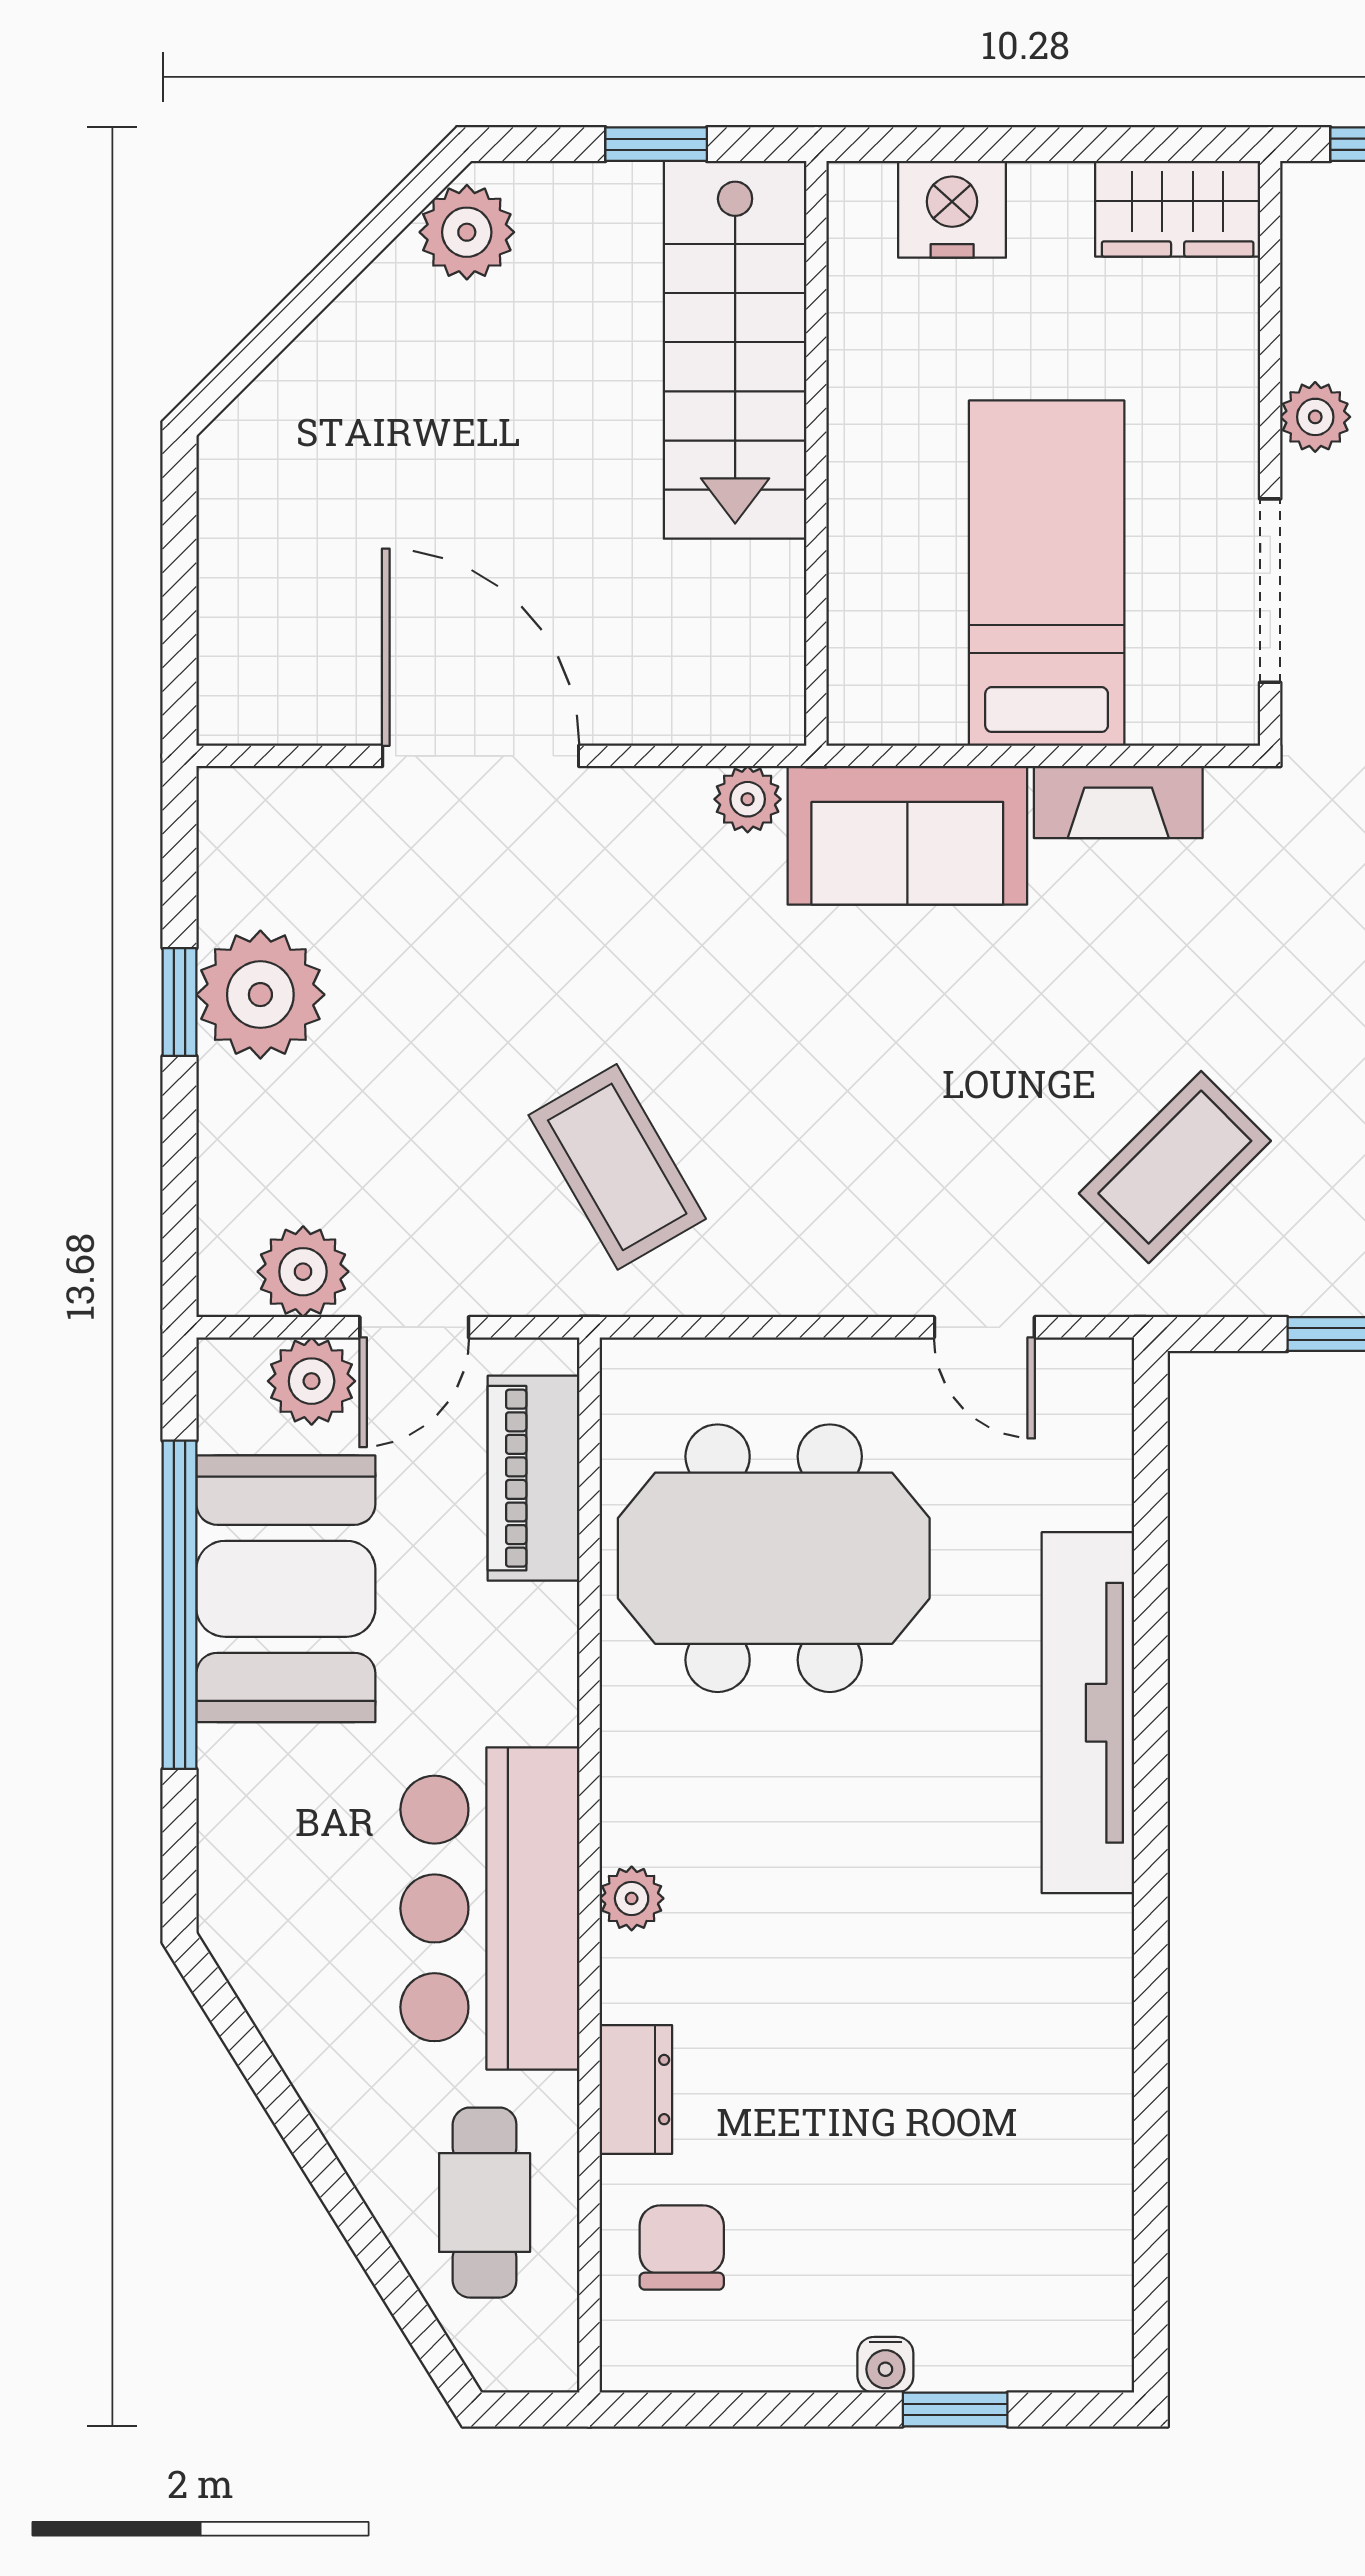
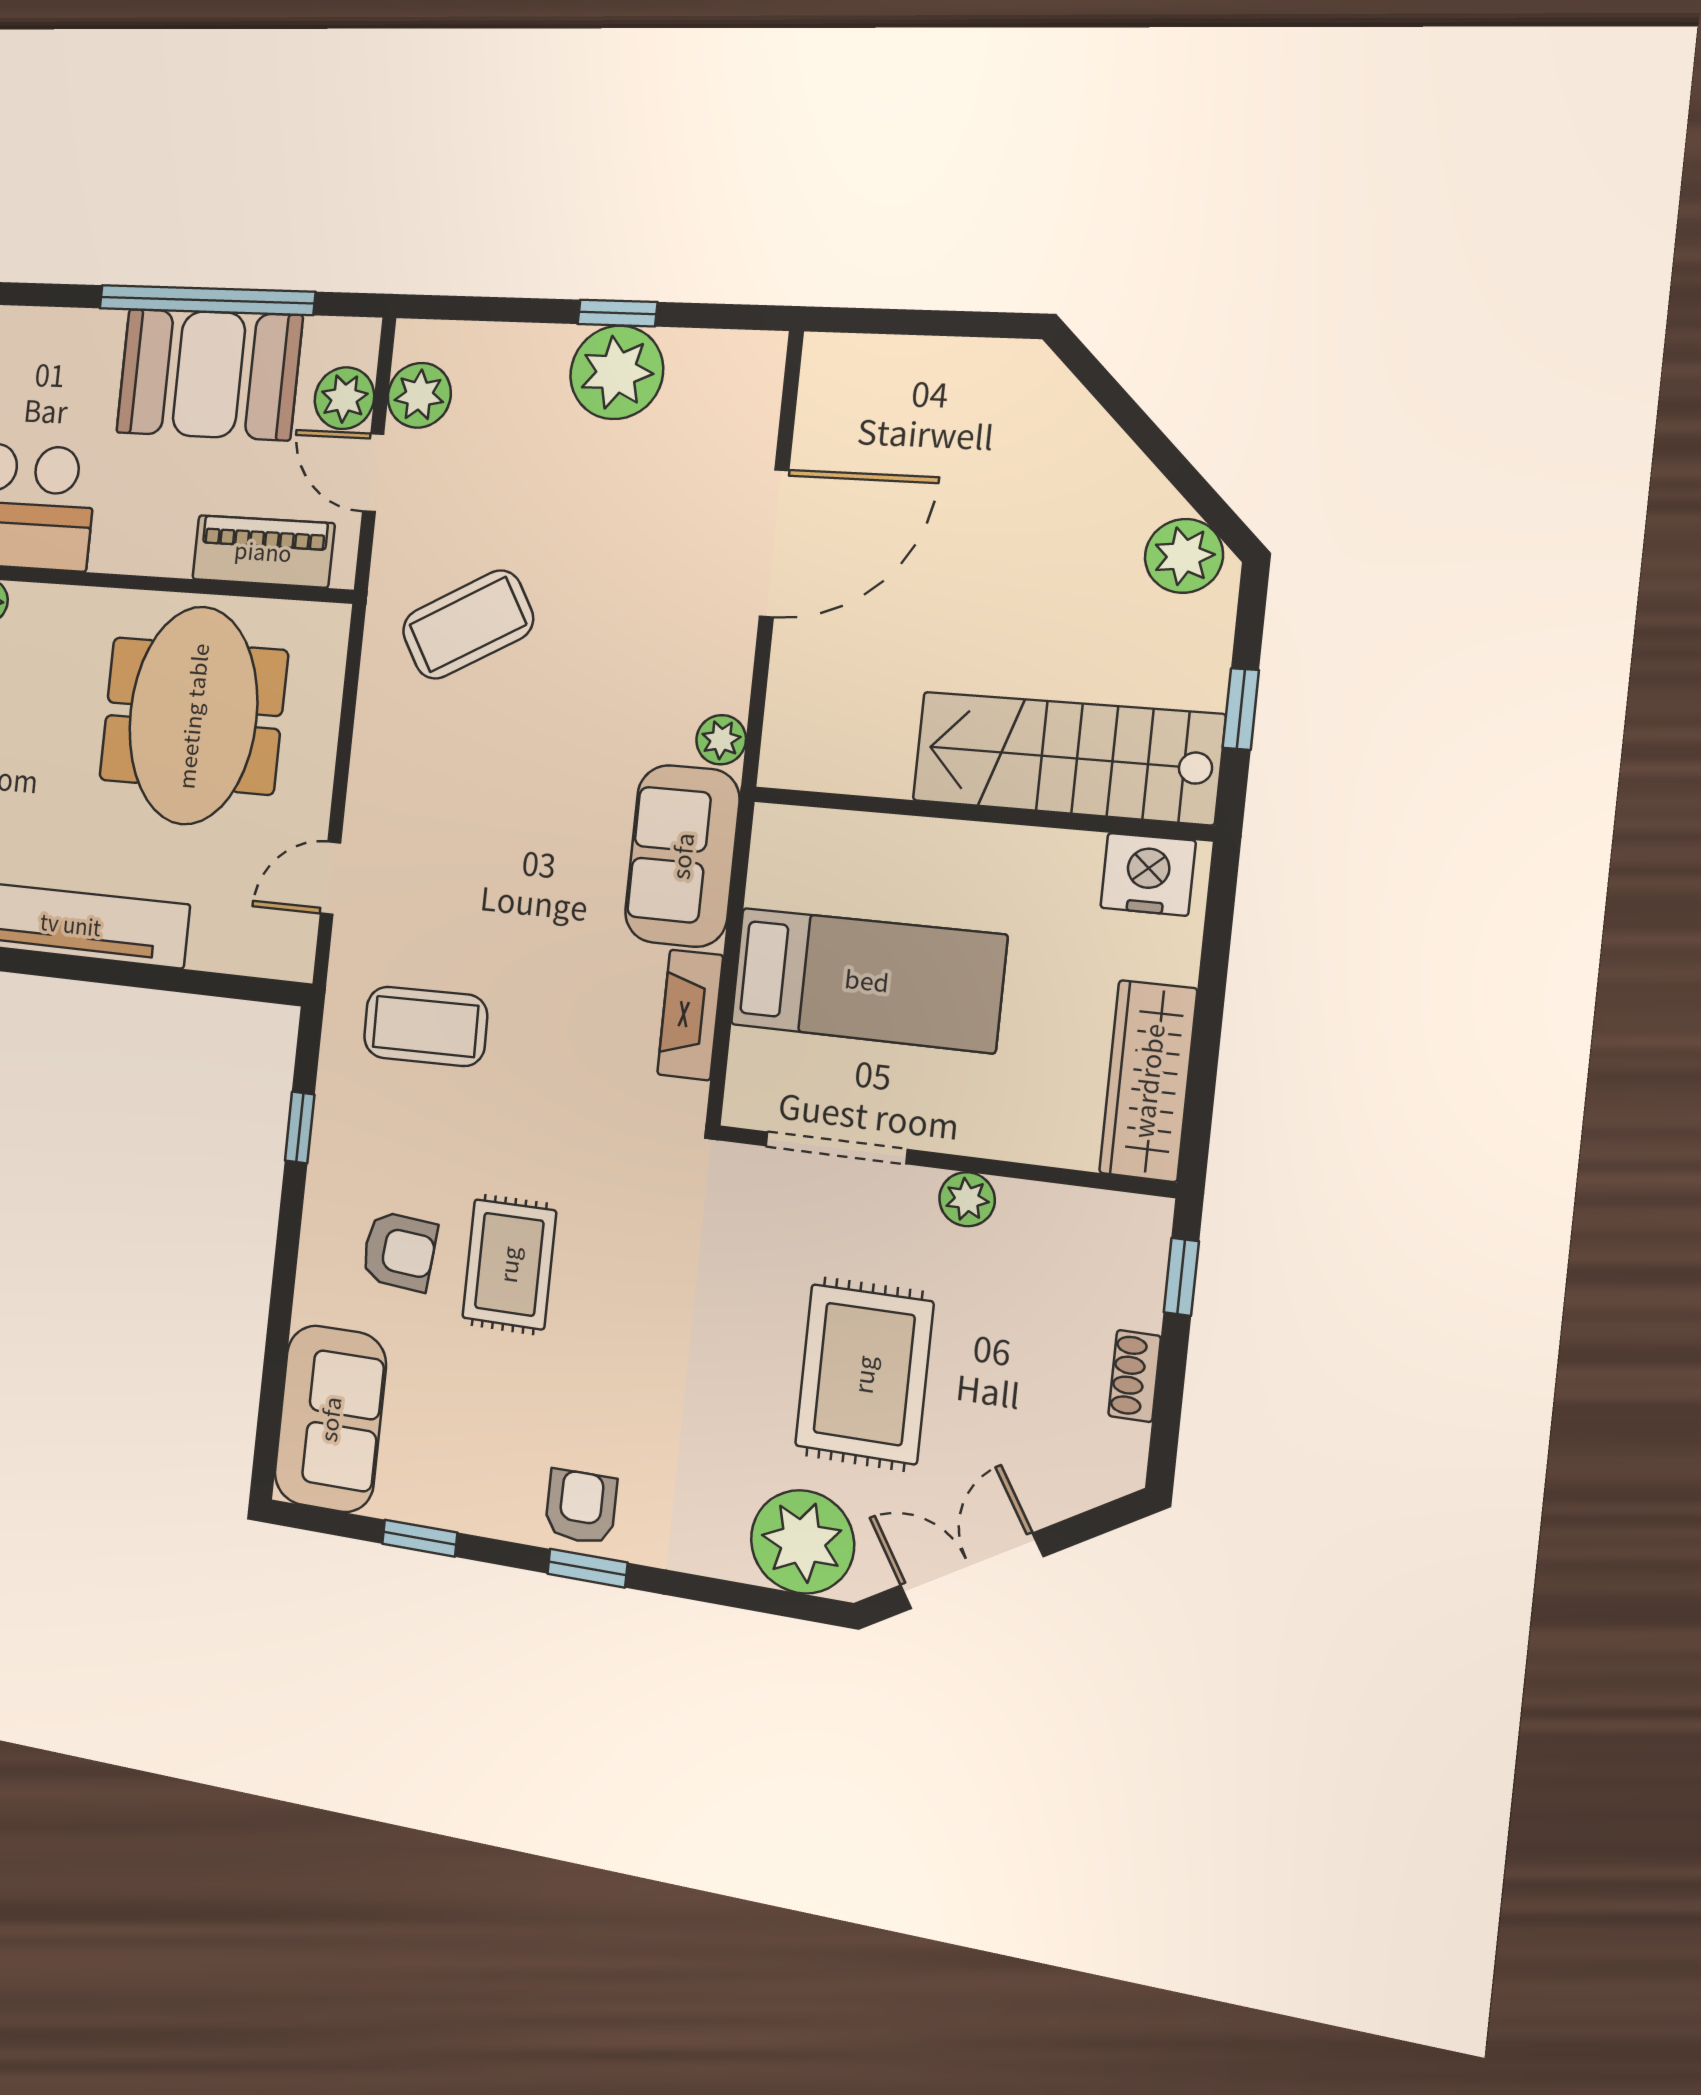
nightstand: (952, 209) -> (1148, 874), moved, turned -90
wardrobe: (1178, 209) -> (1148, 1081), width x1.50
coffee table: (1175, 1167) -> (425, 1026), turned -46

